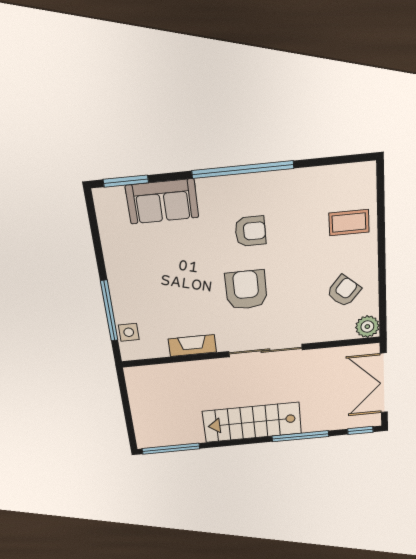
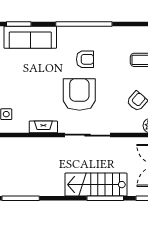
sofa: (162, 201) -> (30, 37), width x1.36
armchair: (246, 290) -> (79, 94), width x1.36, depth x1.36
stairs: (252, 422) -> (96, 185), moved

